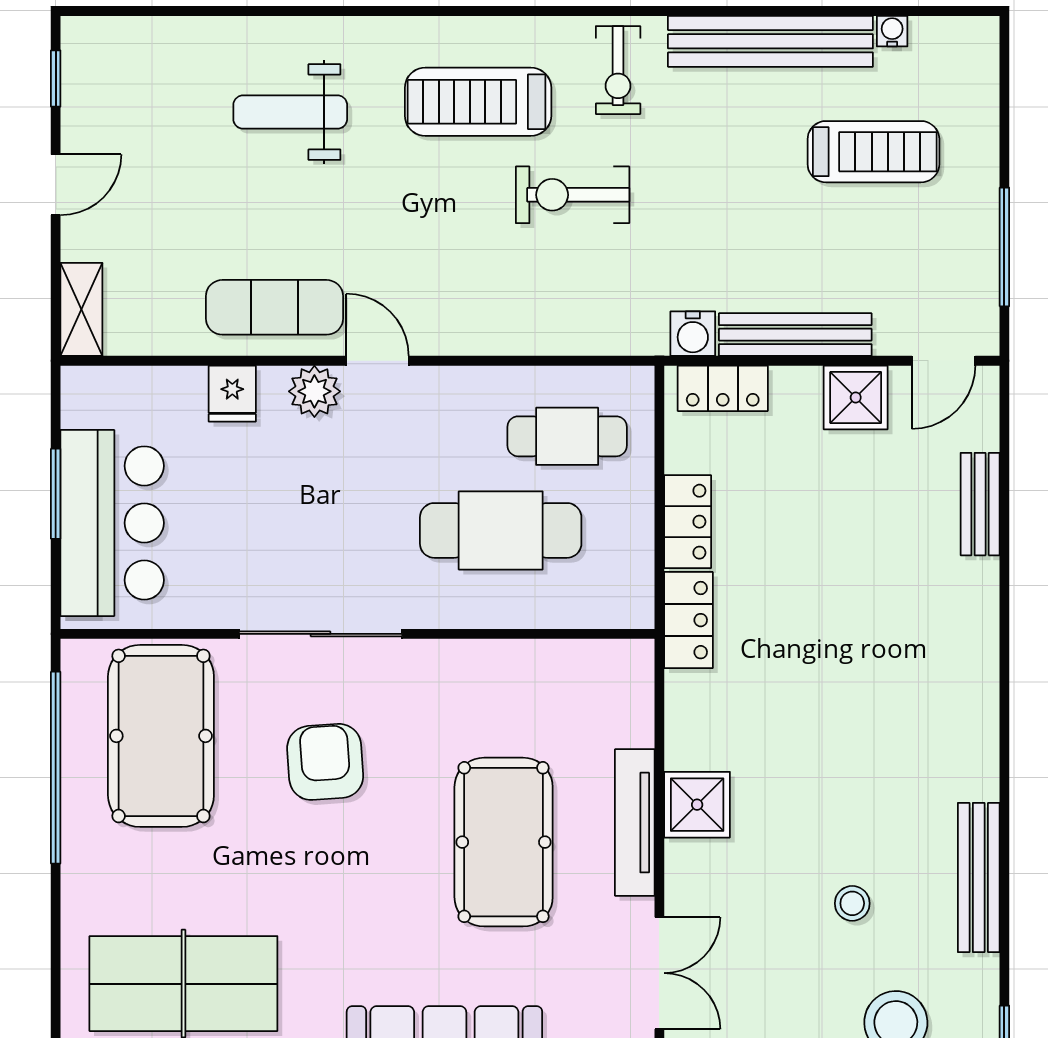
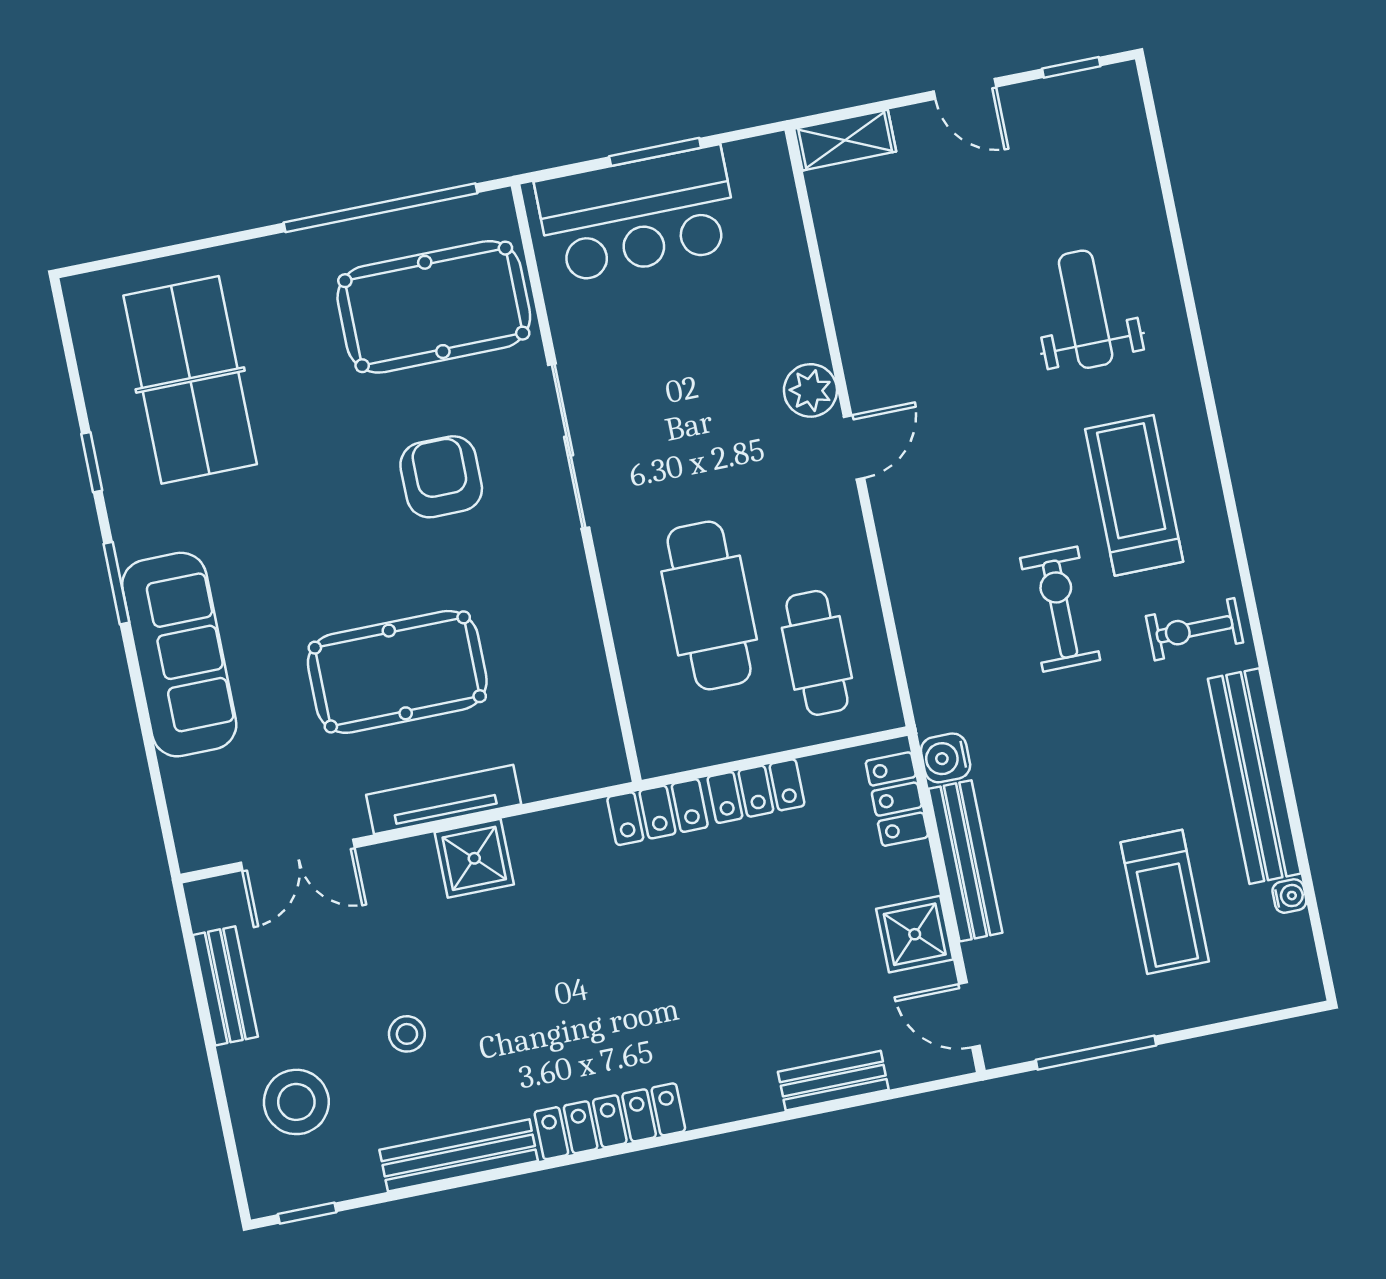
exercise mat: (274, 307) -> (887, 333), removed
fridge: (232, 394) -> (791, 309), removed
locker: (975, 726) -> (610, 1121), added
armchair: (325, 762) -> (441, 477), turned -86

